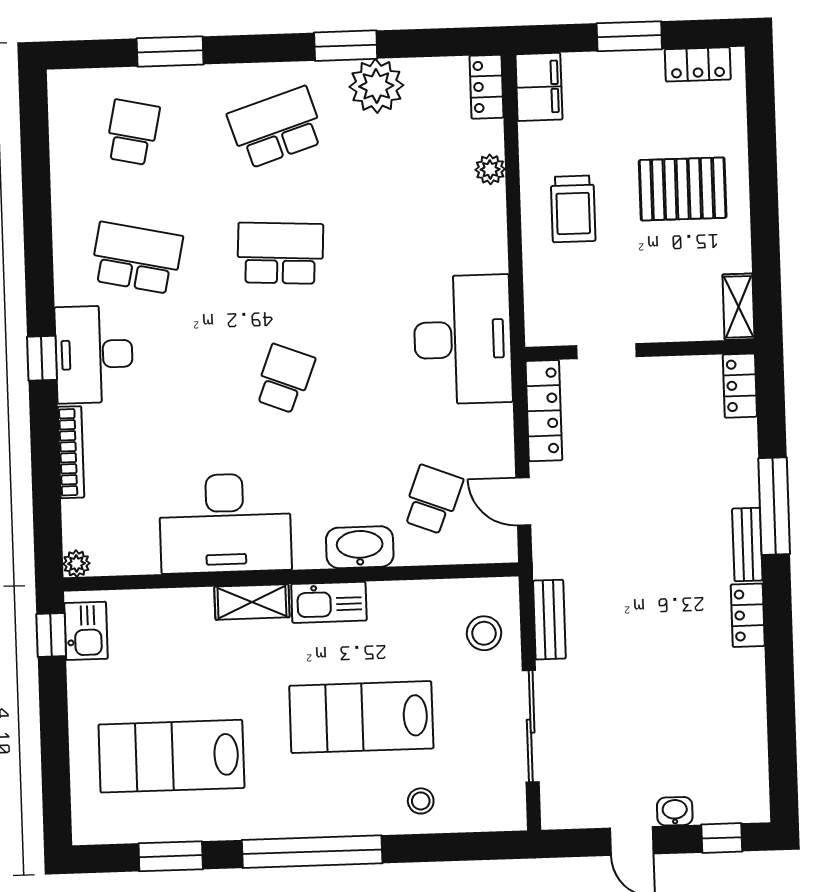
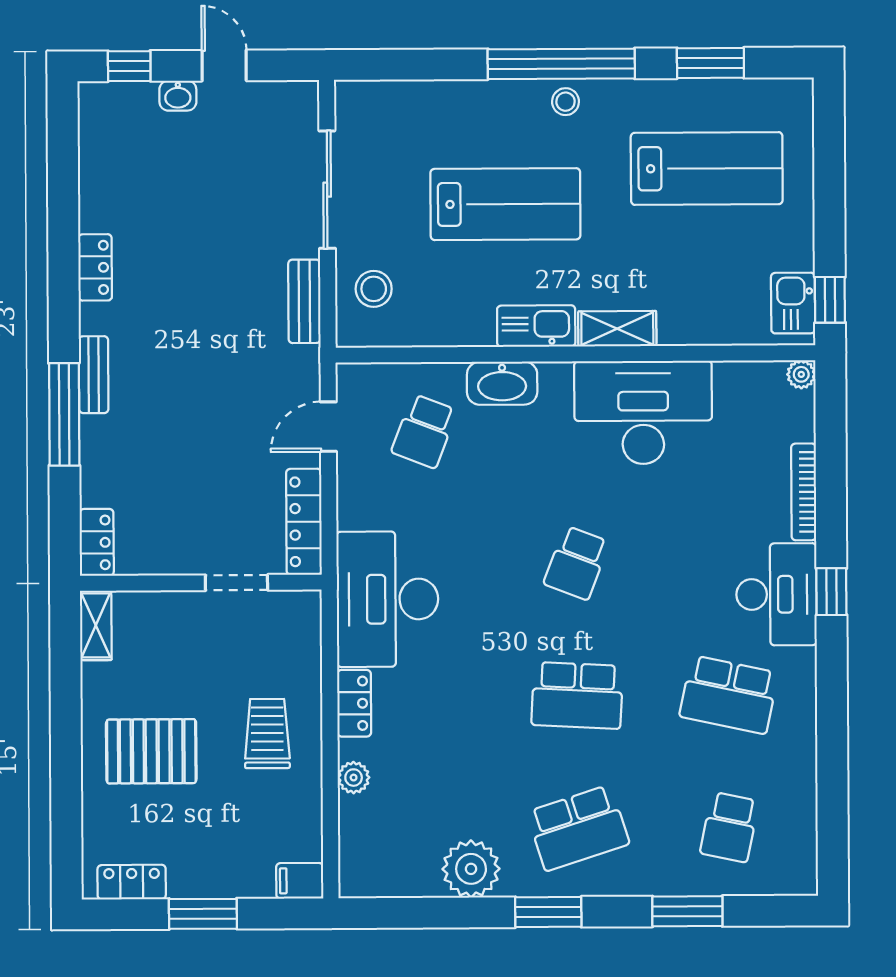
window: (346, 46) -> (548, 912), moved
locker: (486, 87) -> (354, 703), moved
filing cabinet: (539, 87) -> (300, 881), width x0.50
door: (523, 501) -> (328, 427), swing flipped
locker: (748, 615) -> (95, 267), moved
stool: (421, 801) -> (566, 102), moved

